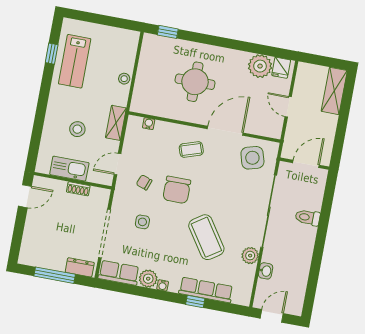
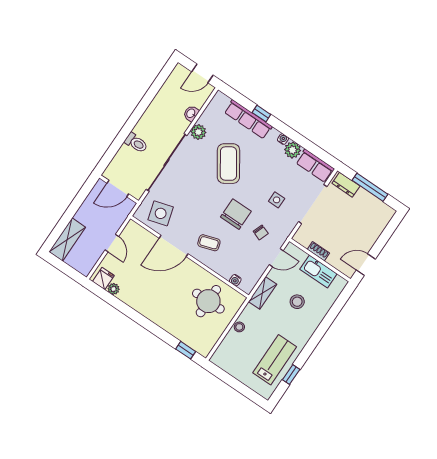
plant: (260, 66) -> (114, 289), width x0.53, depth x0.53
round table: (195, 82) -> (208, 301), moved

